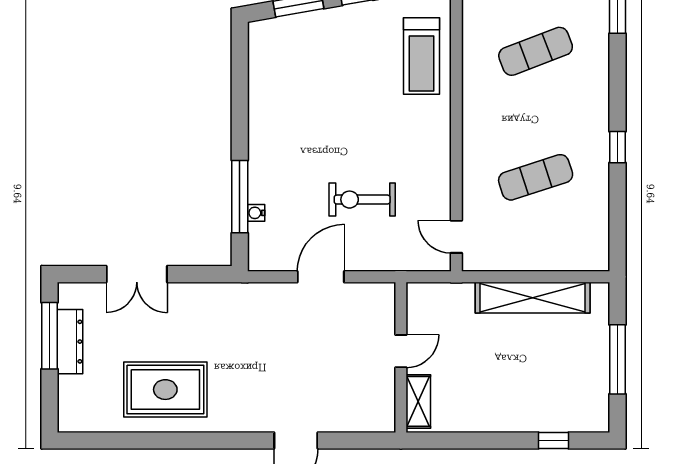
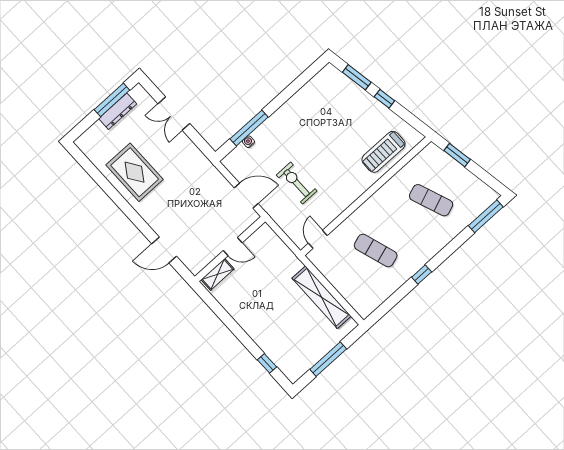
door: (401, 351) -> (233, 247), moved
wall: (401, 357) -> (230, 249), moved
shelving: (418, 401) -> (218, 274), moved

